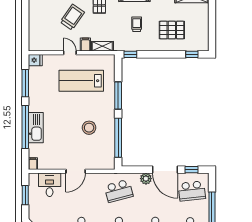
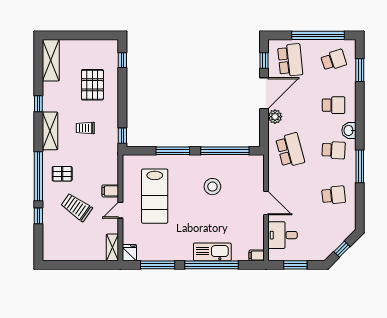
shelving: (102, 46) -> (112, 247), moved

